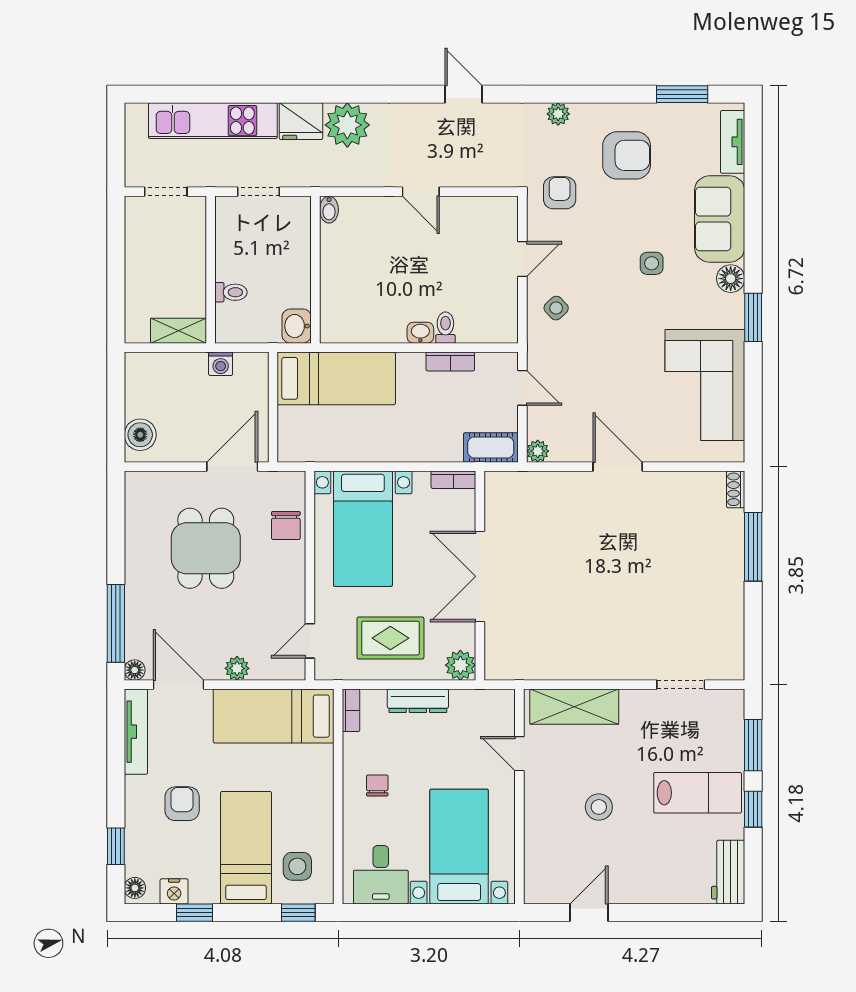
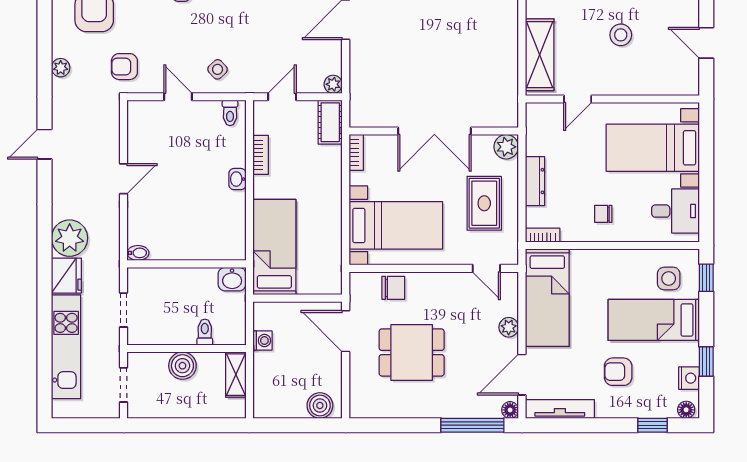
boiler: (189, 265) -> (182, 366), added
toilet: (445, 328) -> (230, 113), moved, turned -90

